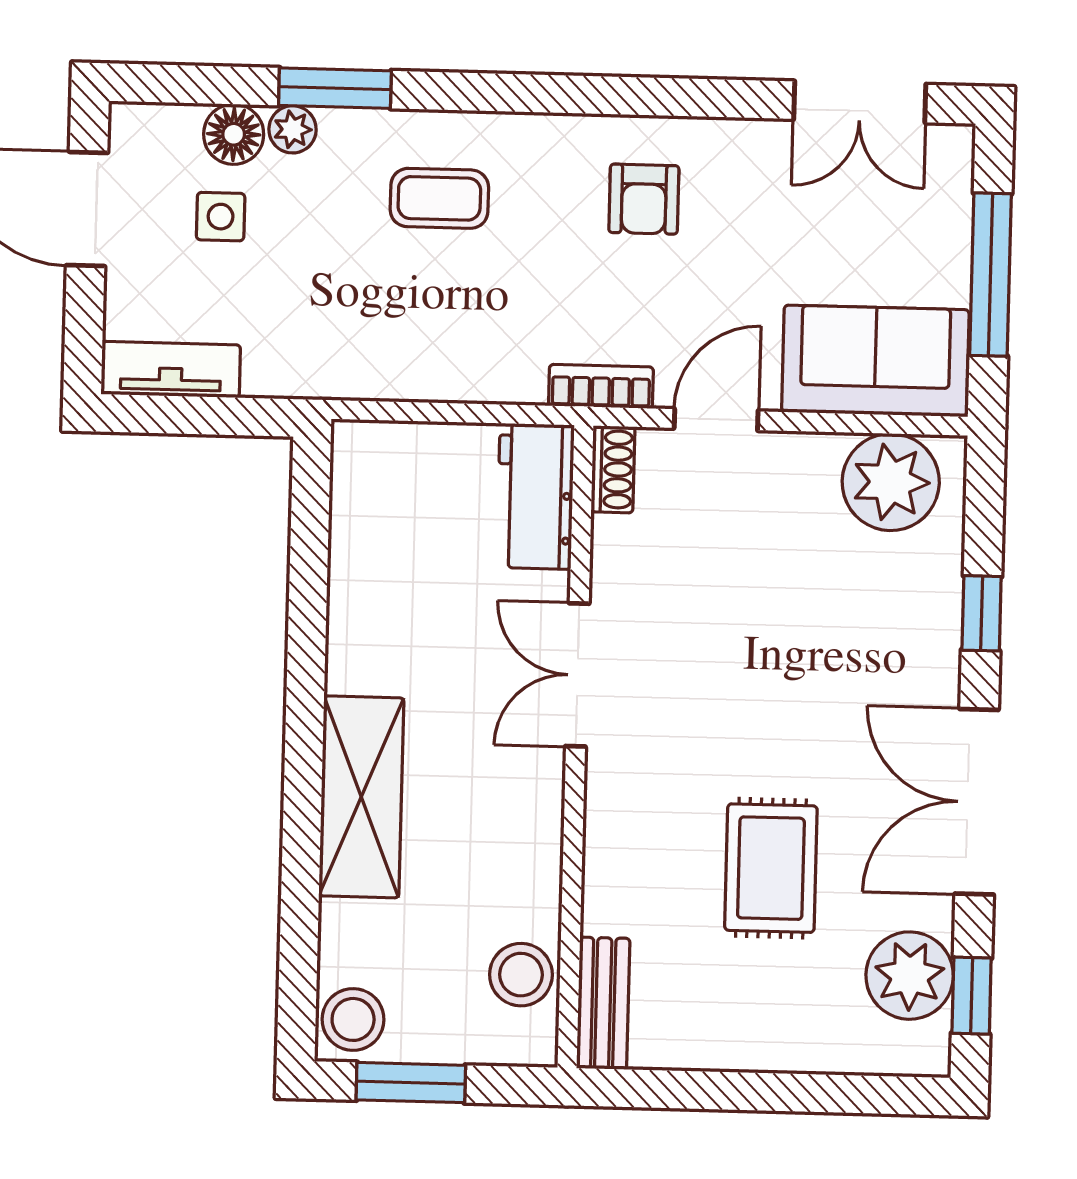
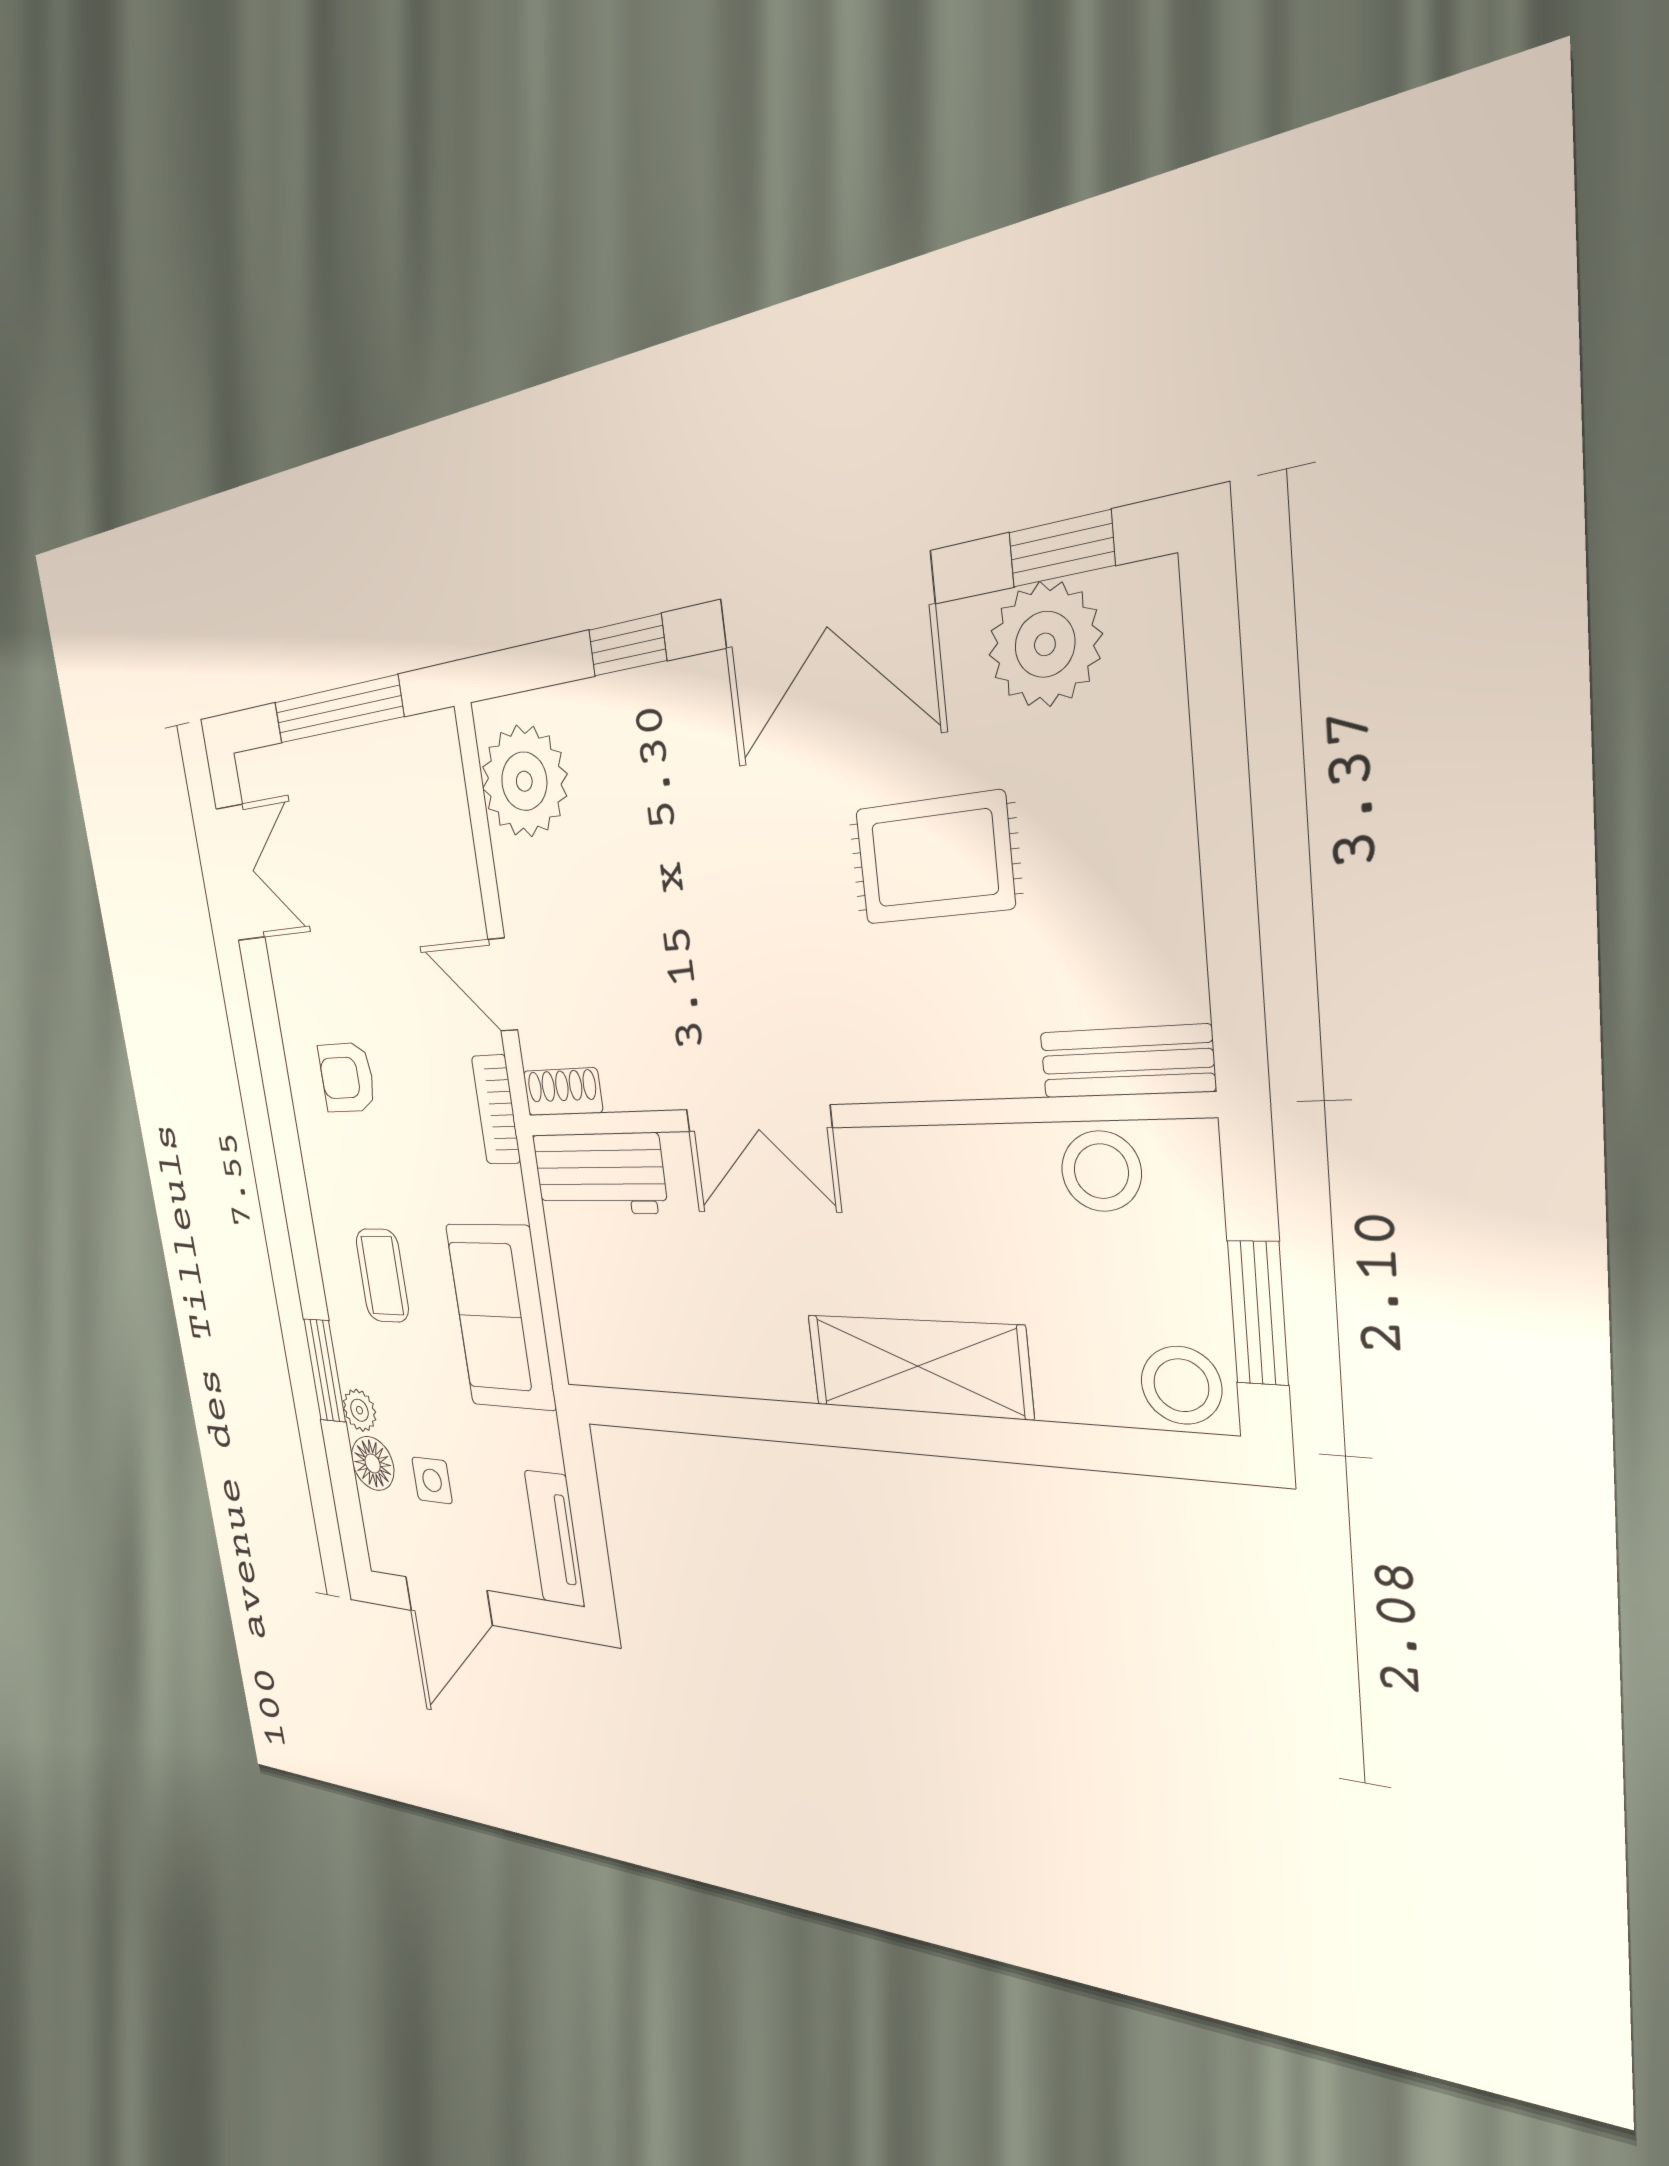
armchair: (644, 199) -> (347, 1078), turned 180
sofa: (875, 361) -> (501, 1317), moved

